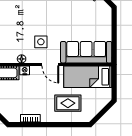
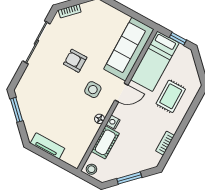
armchair: (55, 17) -> (75, 61), added
window: (114, 85) -> (178, 39), added

